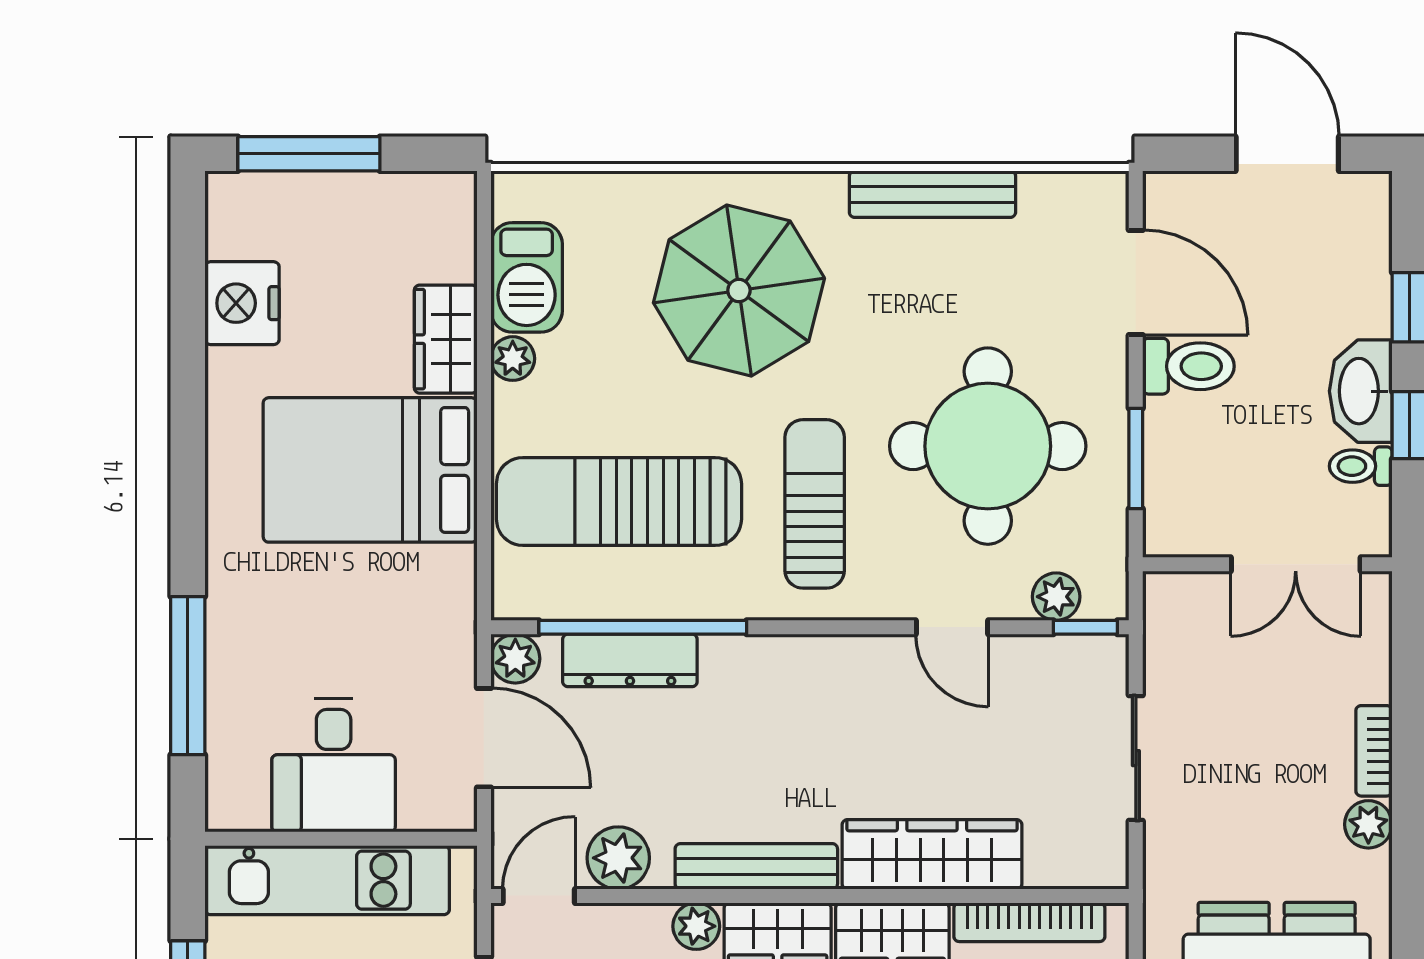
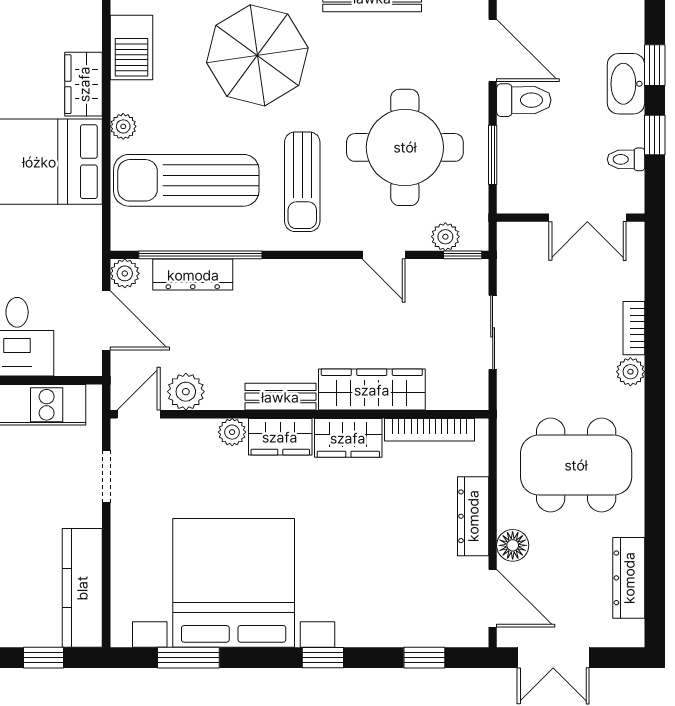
plant: (513, 359) -> (123, 126), moved
washbasin: (1361, 391) -> (626, 84), moved
sun lounger: (815, 504) -> (302, 182), turned 180
bench: (756, 866) -> (280, 397), width x0.73

